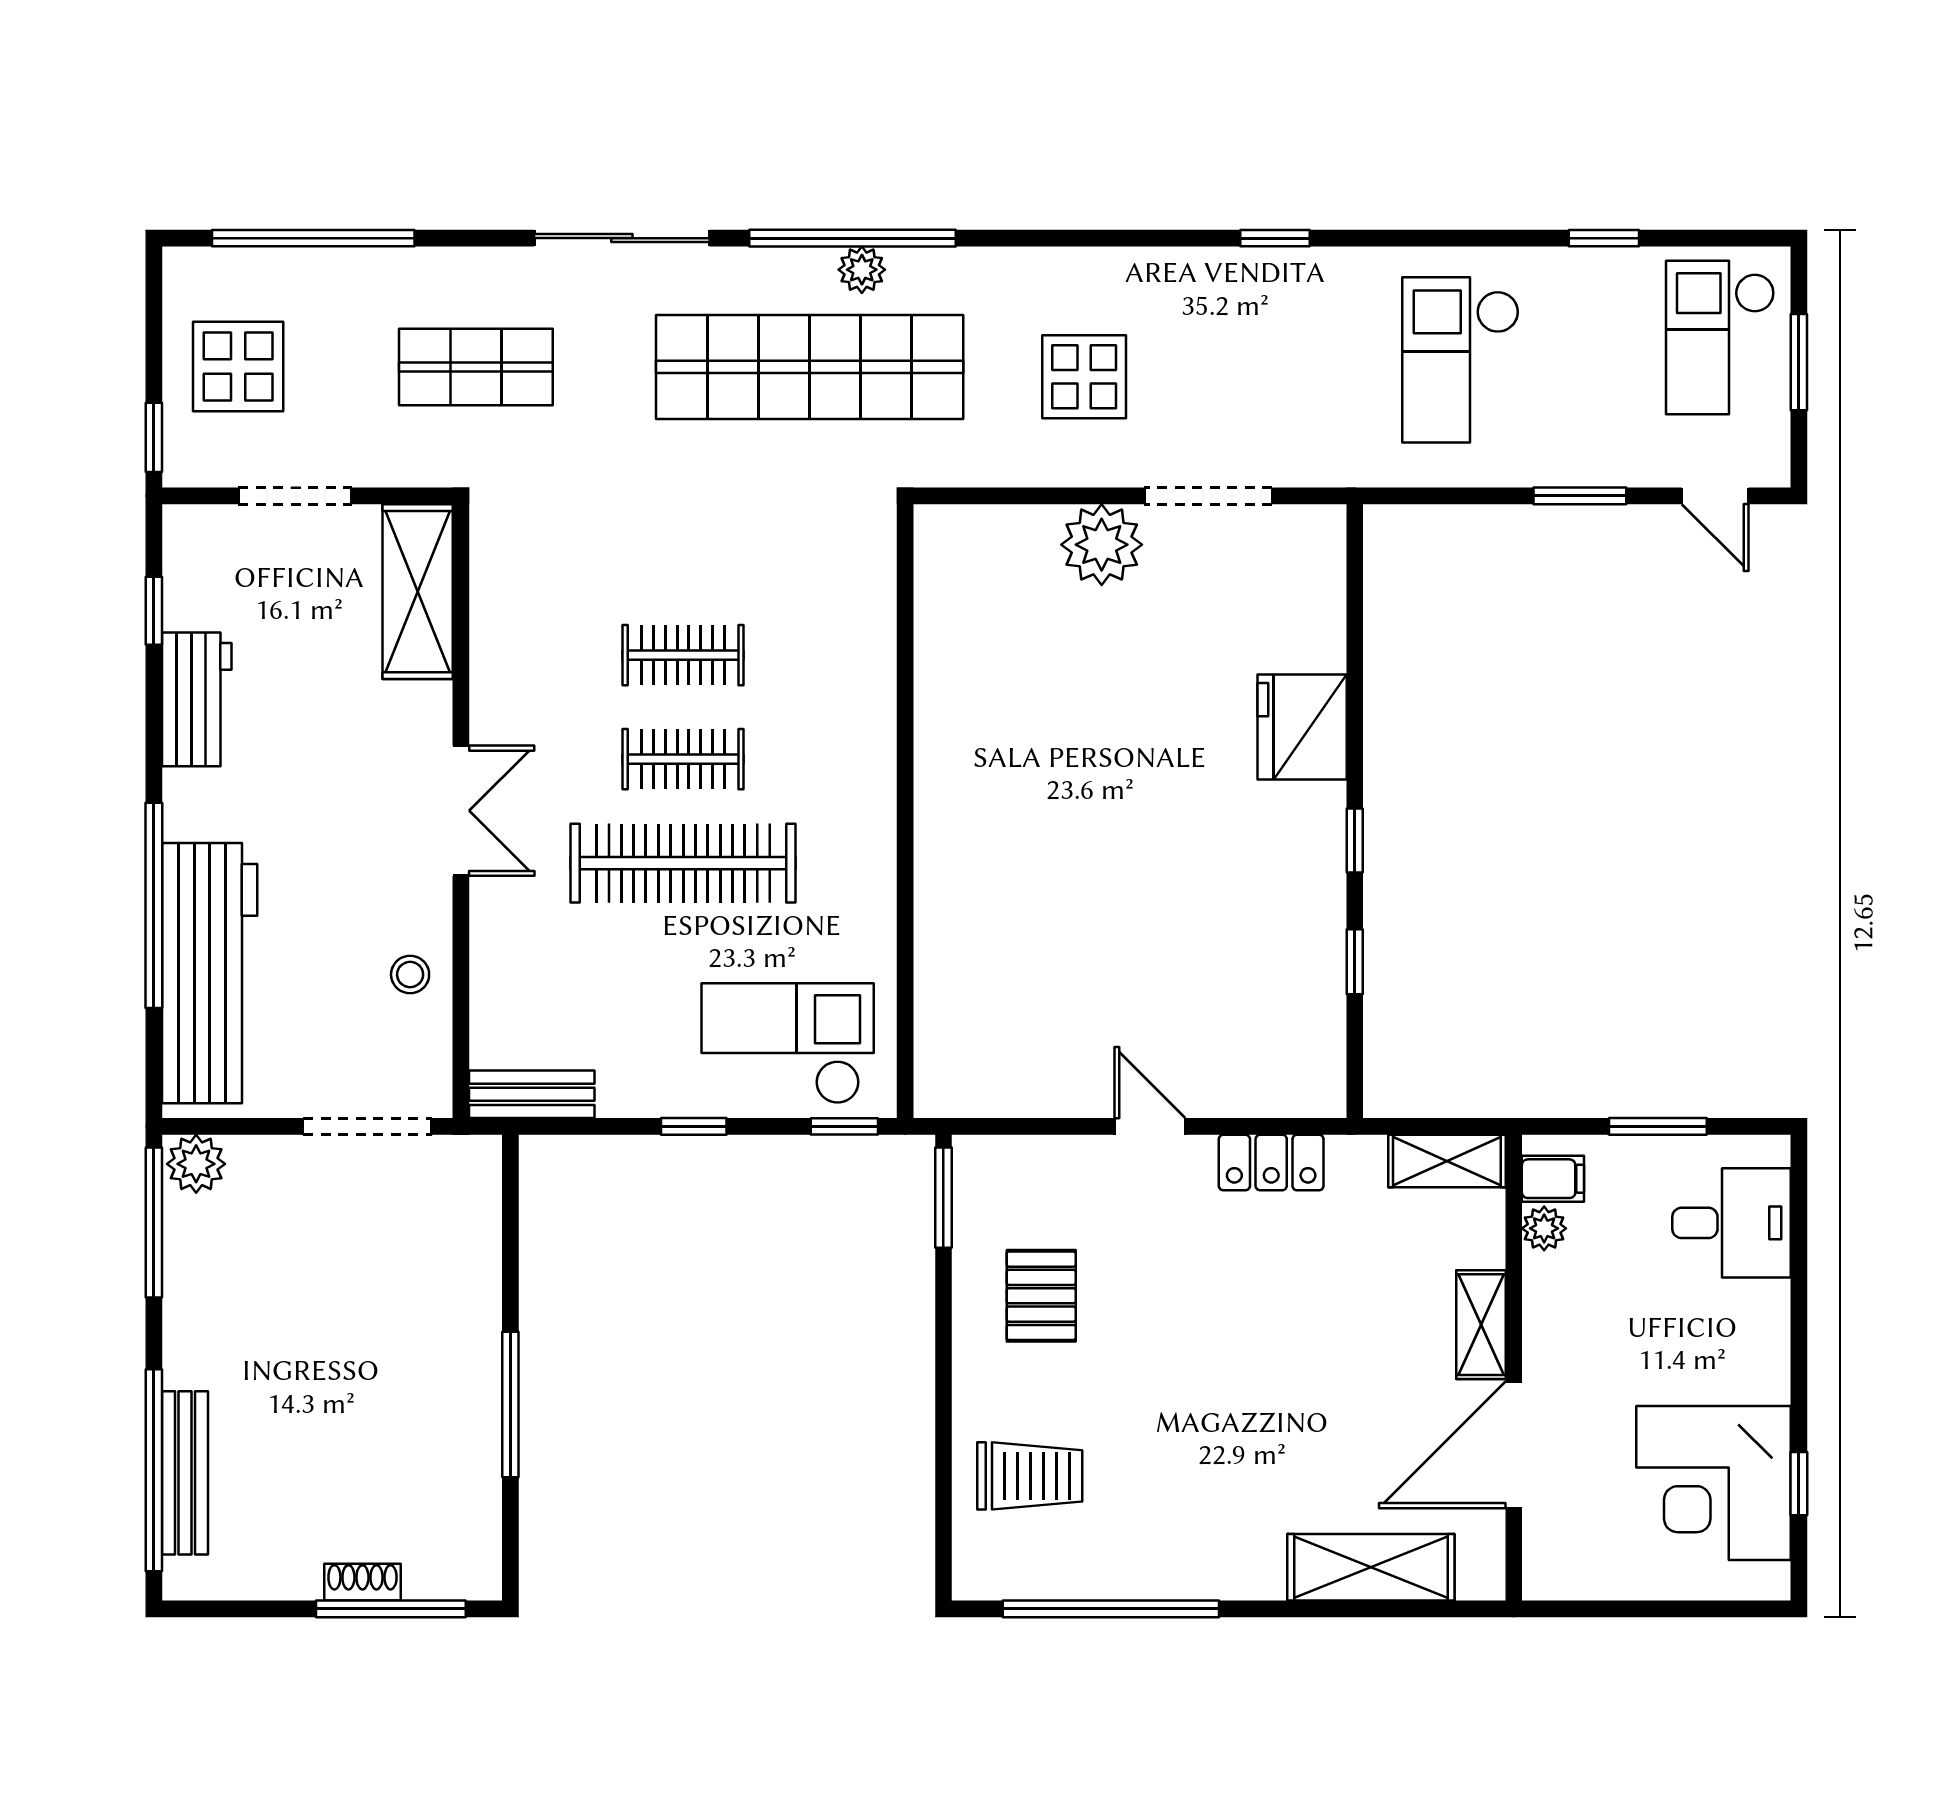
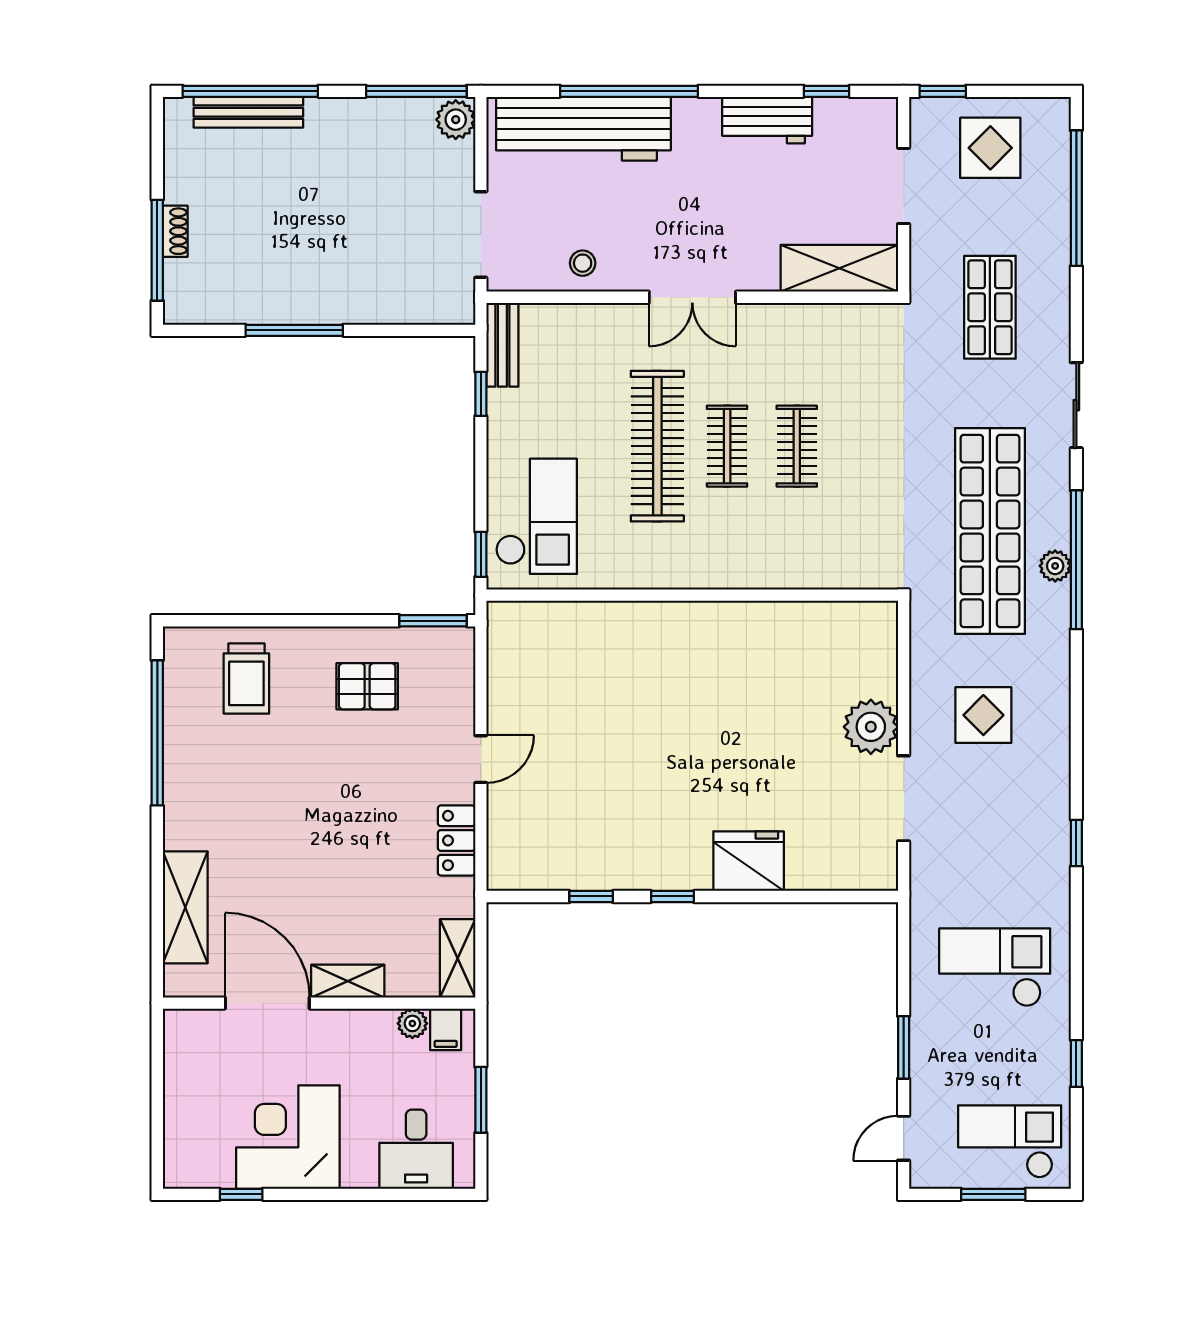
sliding door: (622, 238) -> (1076, 405), width x0.73
window: (694, 1126) -> (481, 394), moved
corner desk: (1713, 1483) -> (288, 1137), moved

